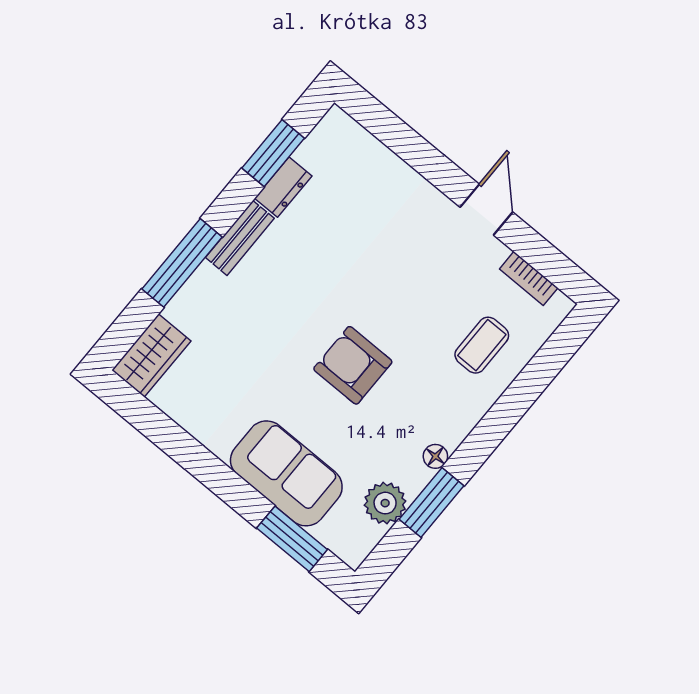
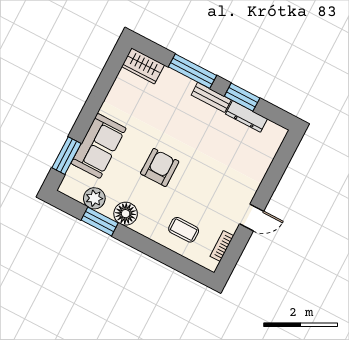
window: (273, 153) -> (242, 97), moved
dresser: (283, 187) -> (247, 116), width x1.44
floor lamp: (435, 456) -> (126, 214), width x1.89, depth x1.89

